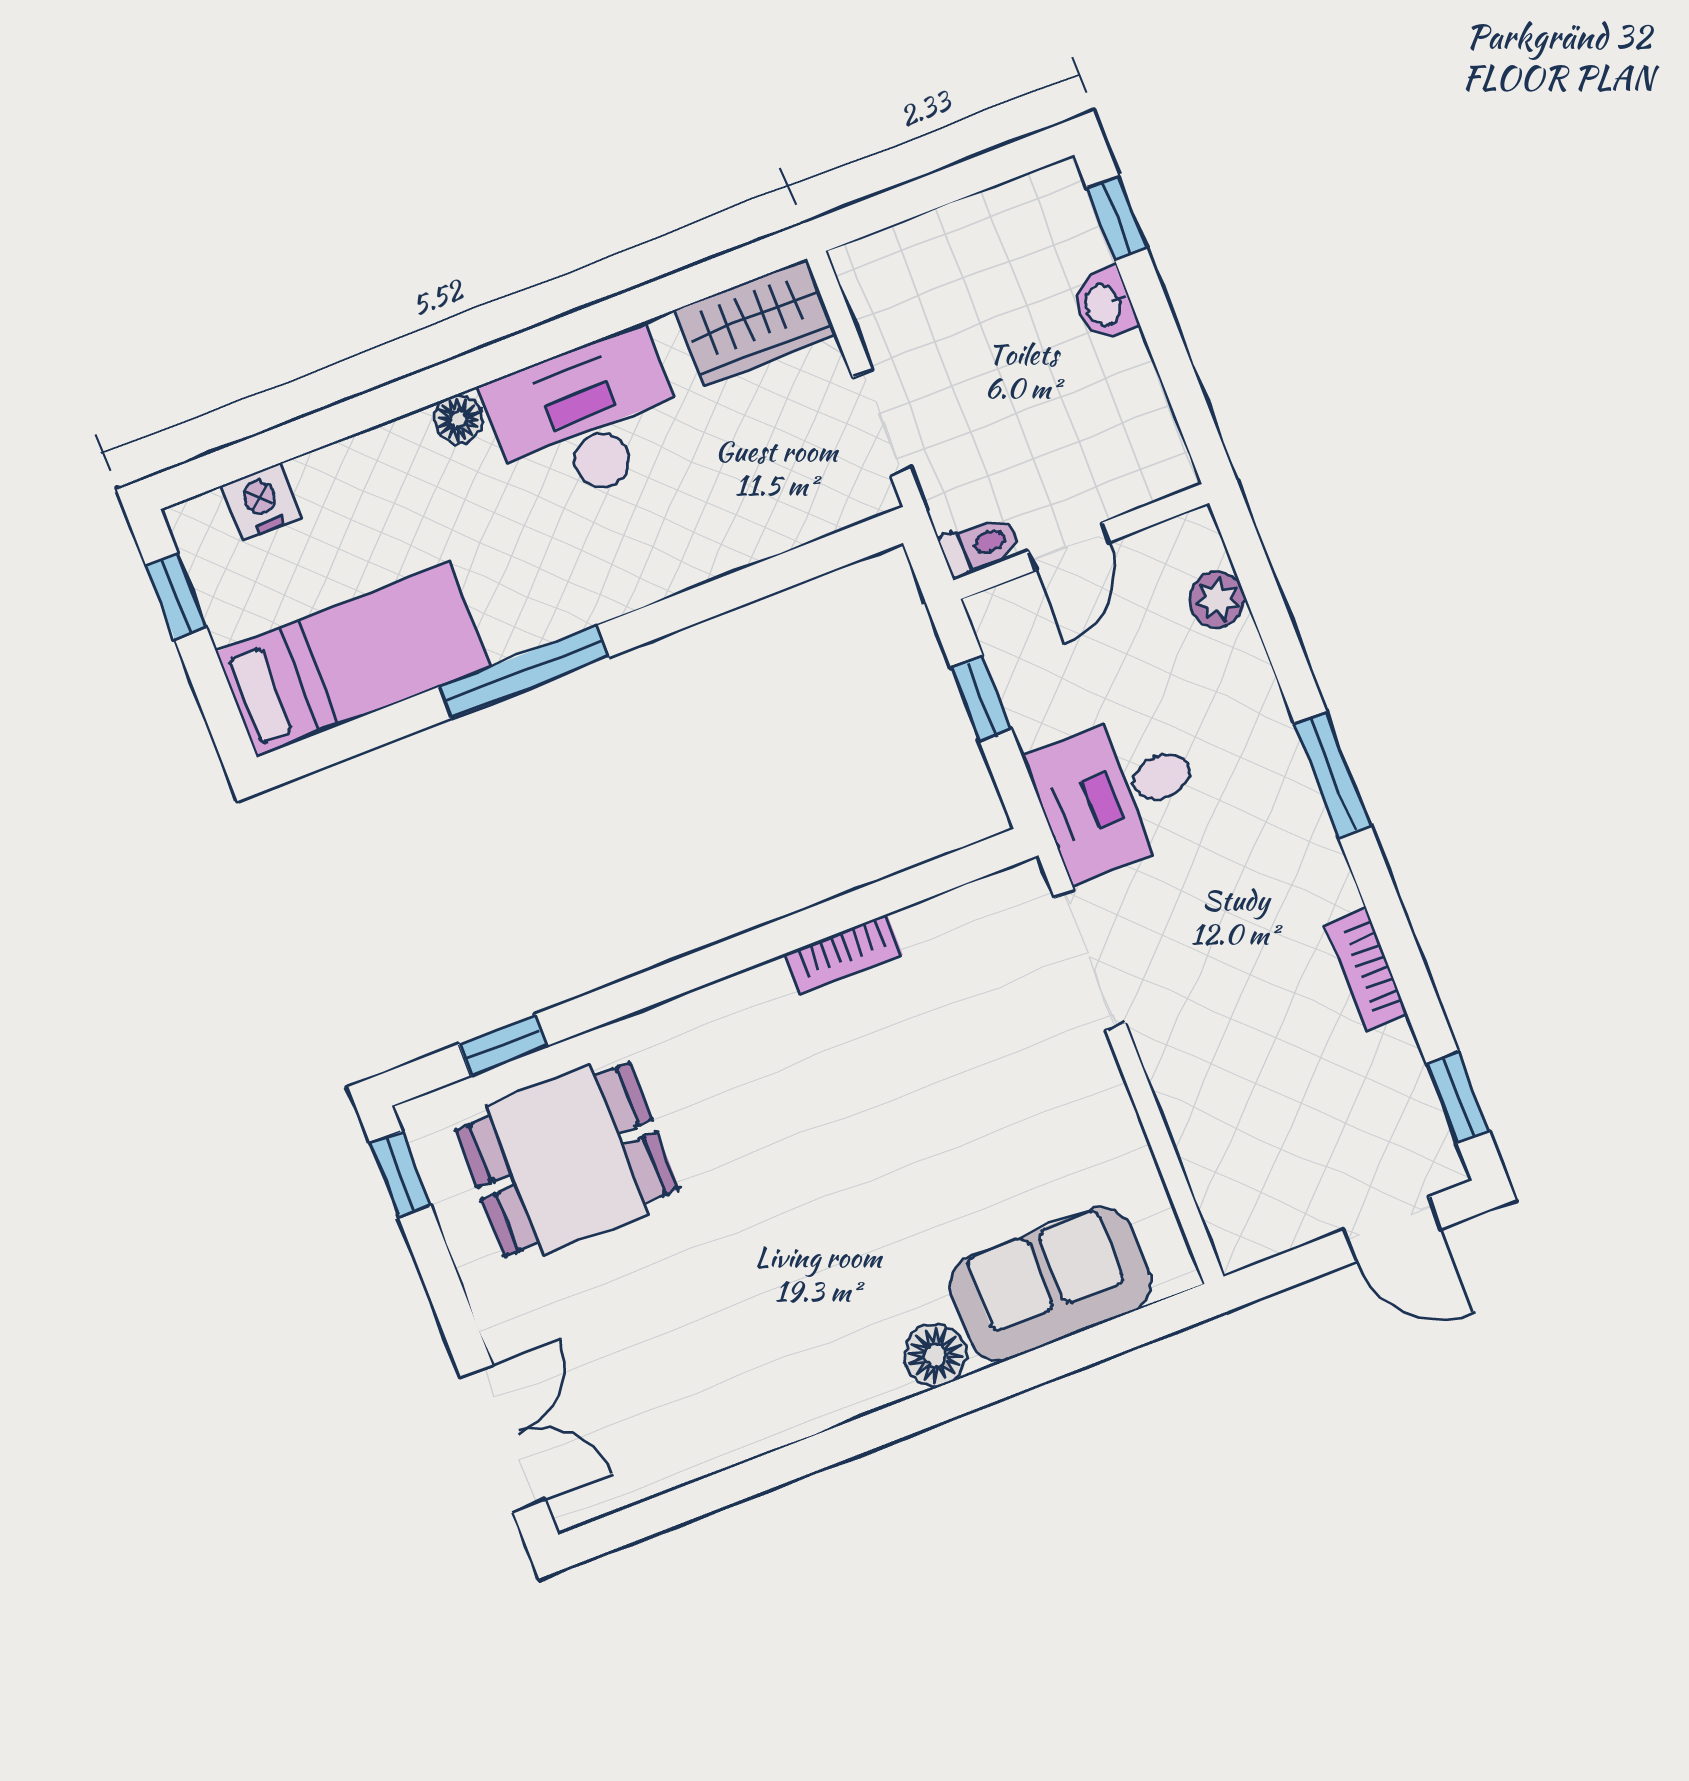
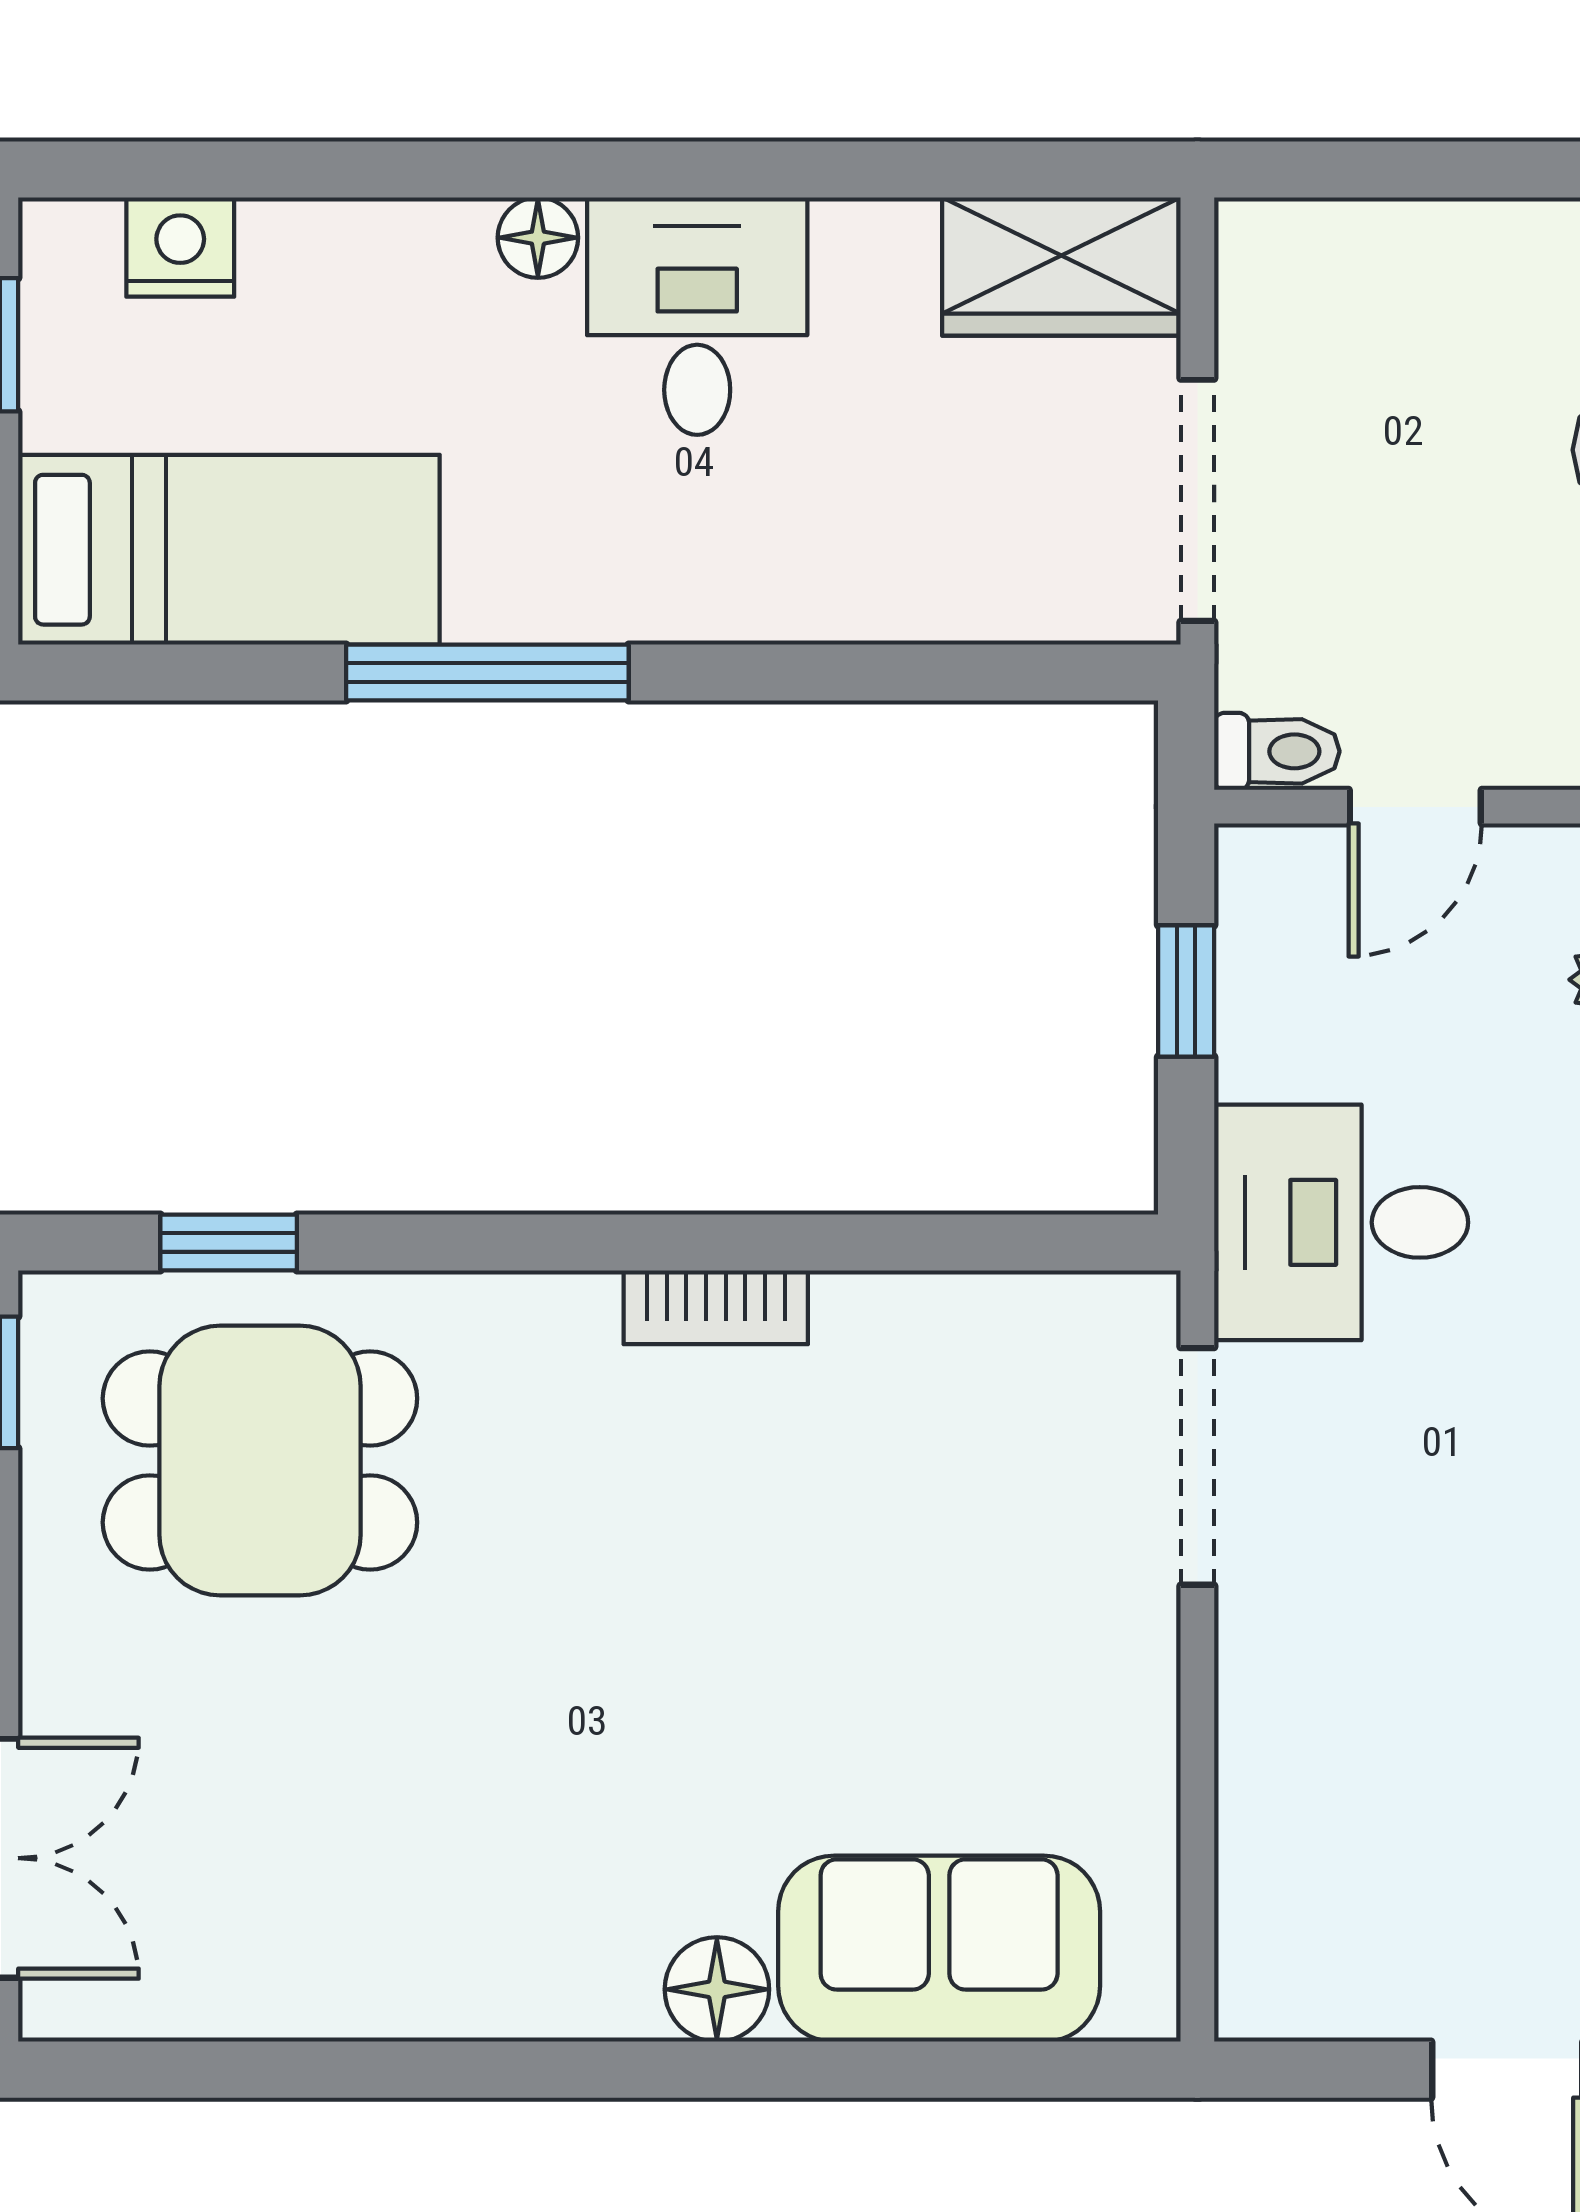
desk: (586, 420) -> (697, 316), width x0.73
doorway: (882, 423) -> (1197, 500), width x1.38
bookcase: (844, 954) -> (716, 1307), moved

